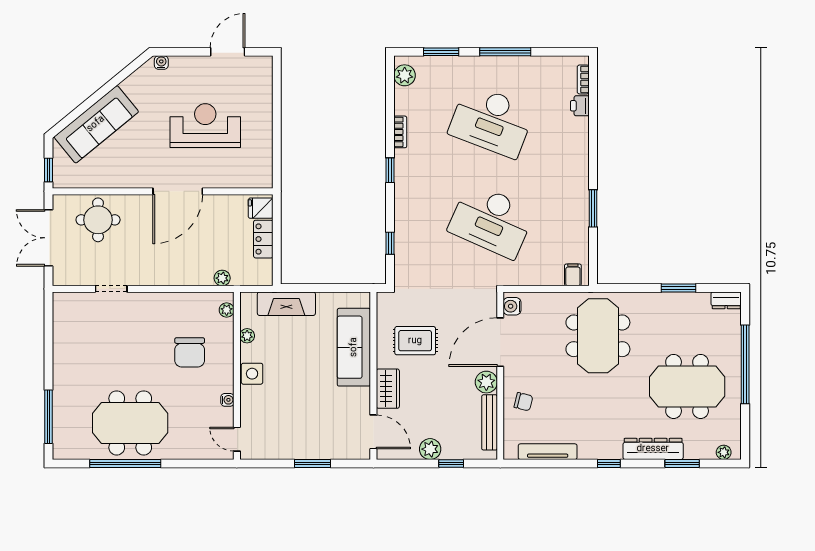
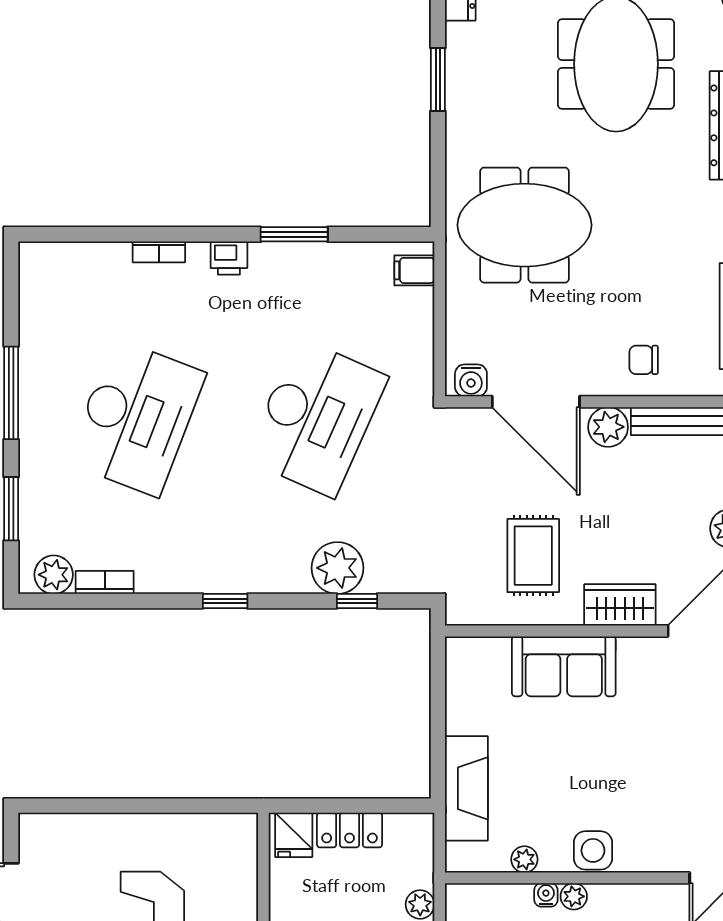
bookcase: (583, 79) -> (159, 252), moved
printer: (580, 106) -> (229, 258), moved
bookcase: (400, 132) -> (105, 582), moved
plant: (408, 232) -> (337, 568), added
plant: (227, 310) -> (574, 896), moved
sofa: (354, 347) -> (564, 666), width x0.73
water cooler: (227, 400) -> (546, 895), moved
chair: (523, 402) -> (644, 360), turned -104

